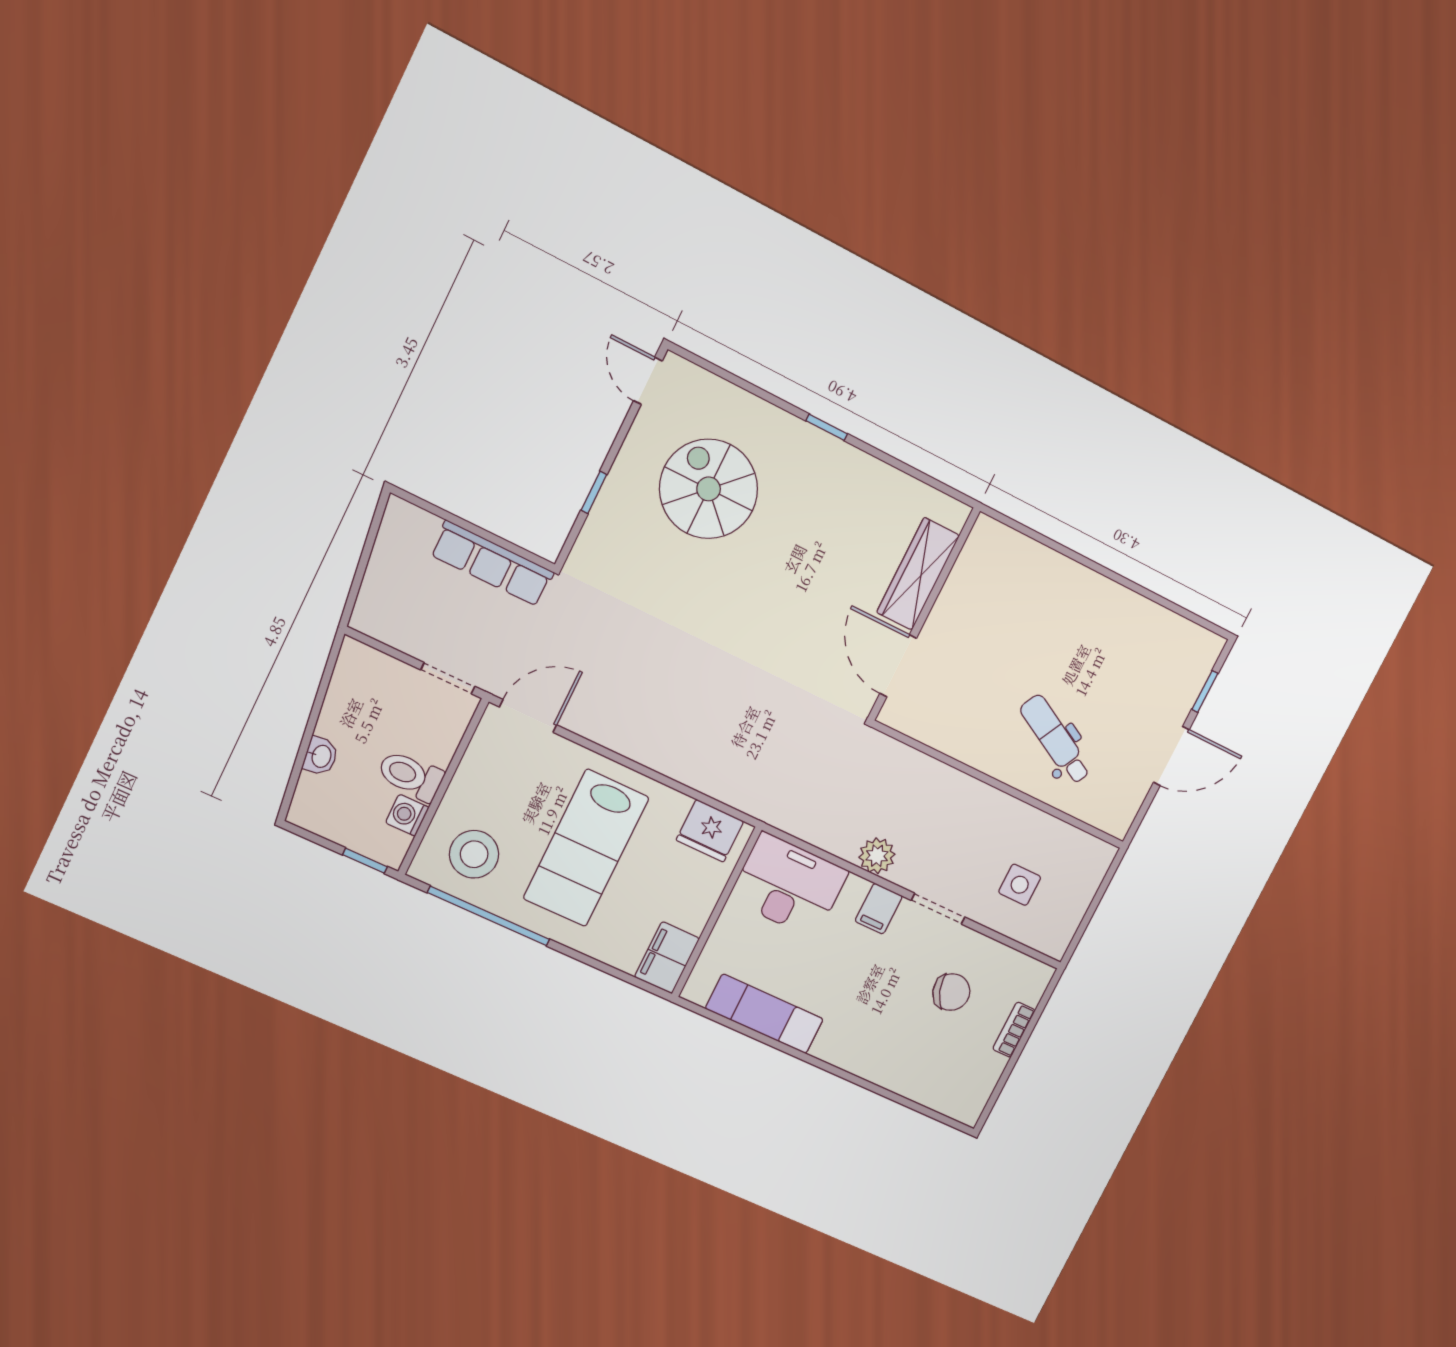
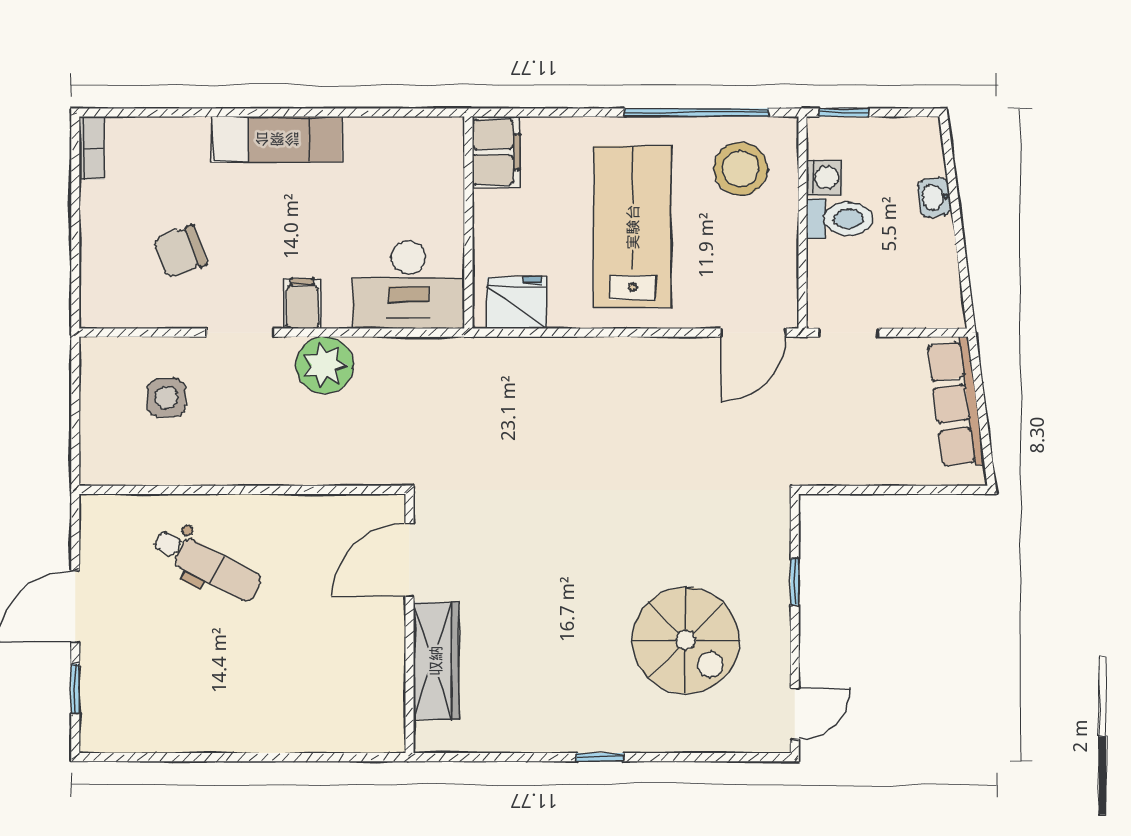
door: (648, 381) -> (795, 714), hinge flipped
row of seats: (492, 563) -> (956, 403), moved, turned -97
door: (898, 666) -> (409, 560), swing flipped
plant: (877, 856) -> (325, 365), width x1.36, depth x1.36
exam couch: (764, 1014) -> (277, 139), moved
bookcase: (1014, 1030) -> (92, 148), moved

